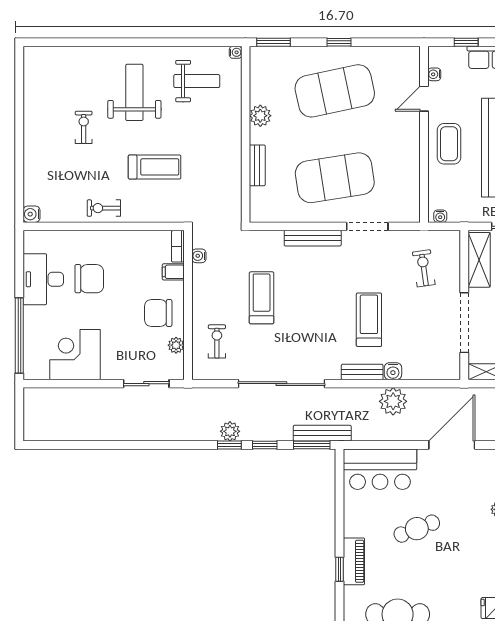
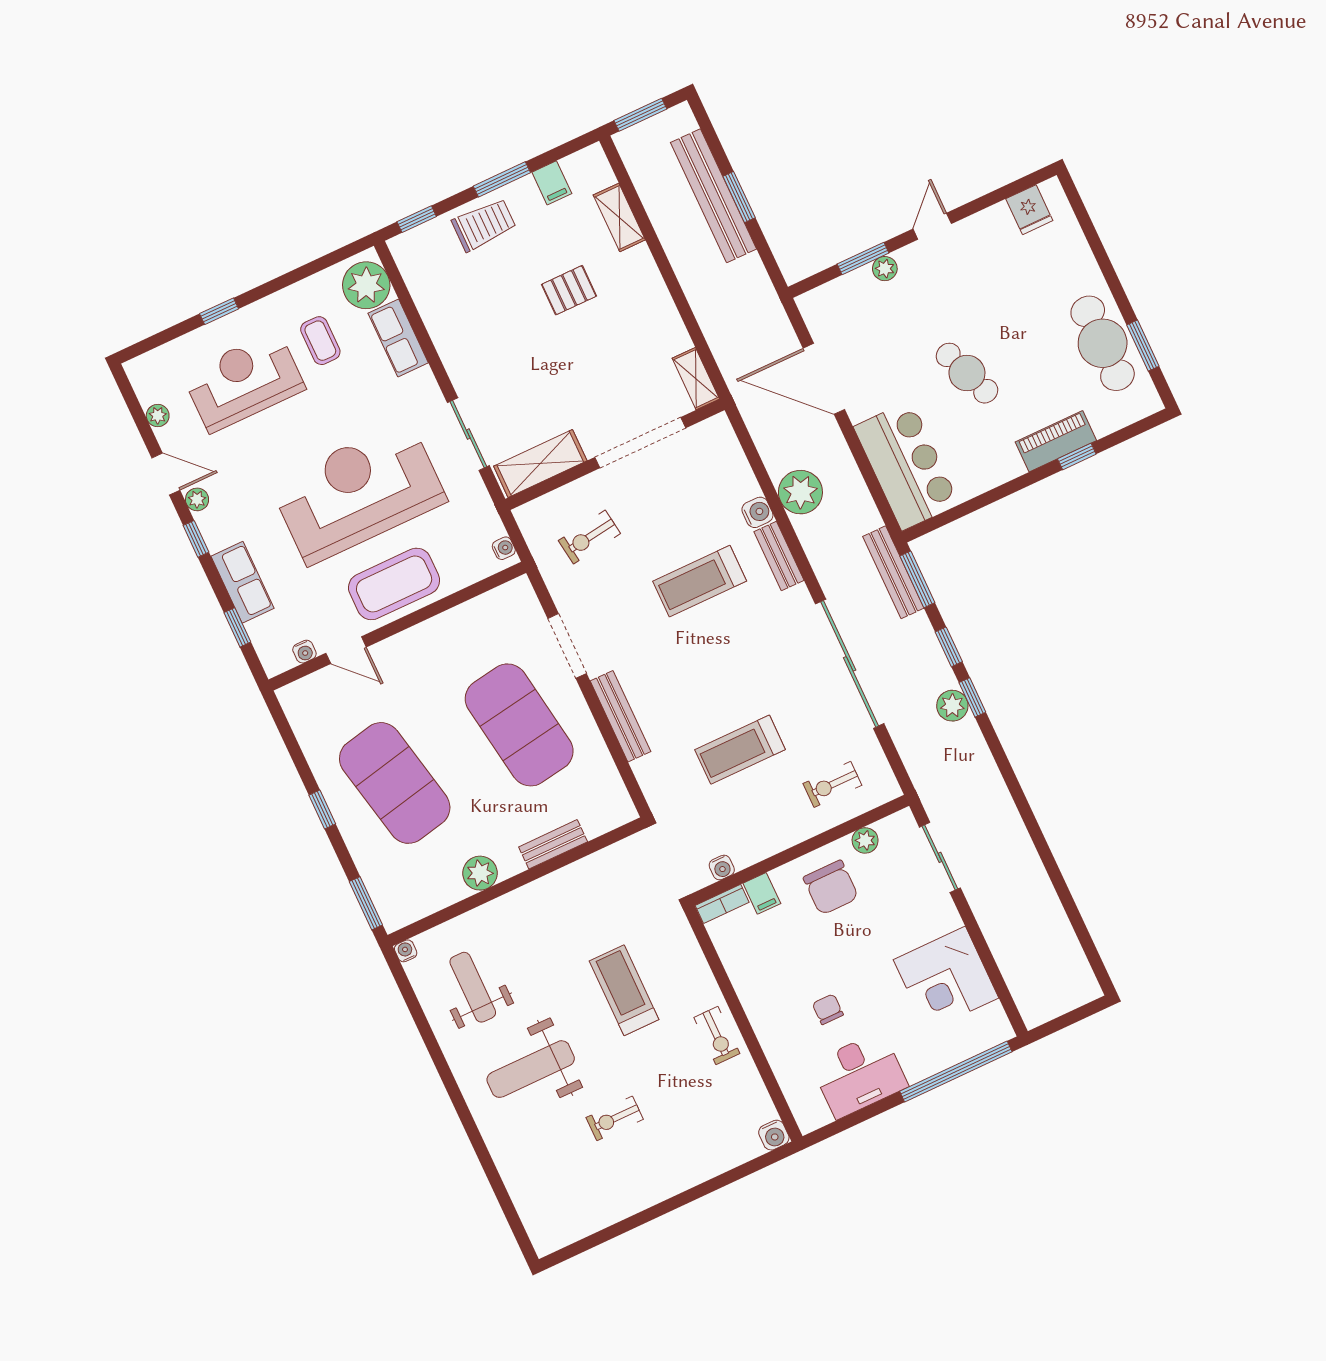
coffee table: (449, 144) -> (394, 584), width x1.36, depth x1.32
chair: (89, 279) -> (828, 1009), width x0.54, depth x0.54

